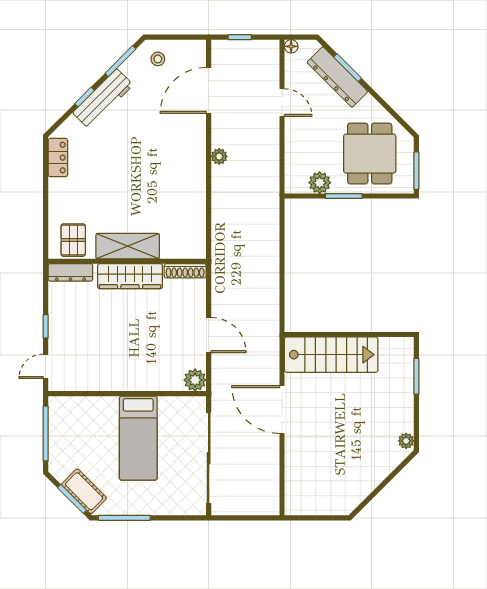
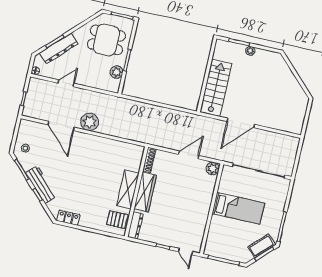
door: (209, 90) -> (61, 126), moved
plant: (219, 156) -> (90, 122), width x1.87, depth x1.87
plant: (406, 441) -> (250, 51), moved

